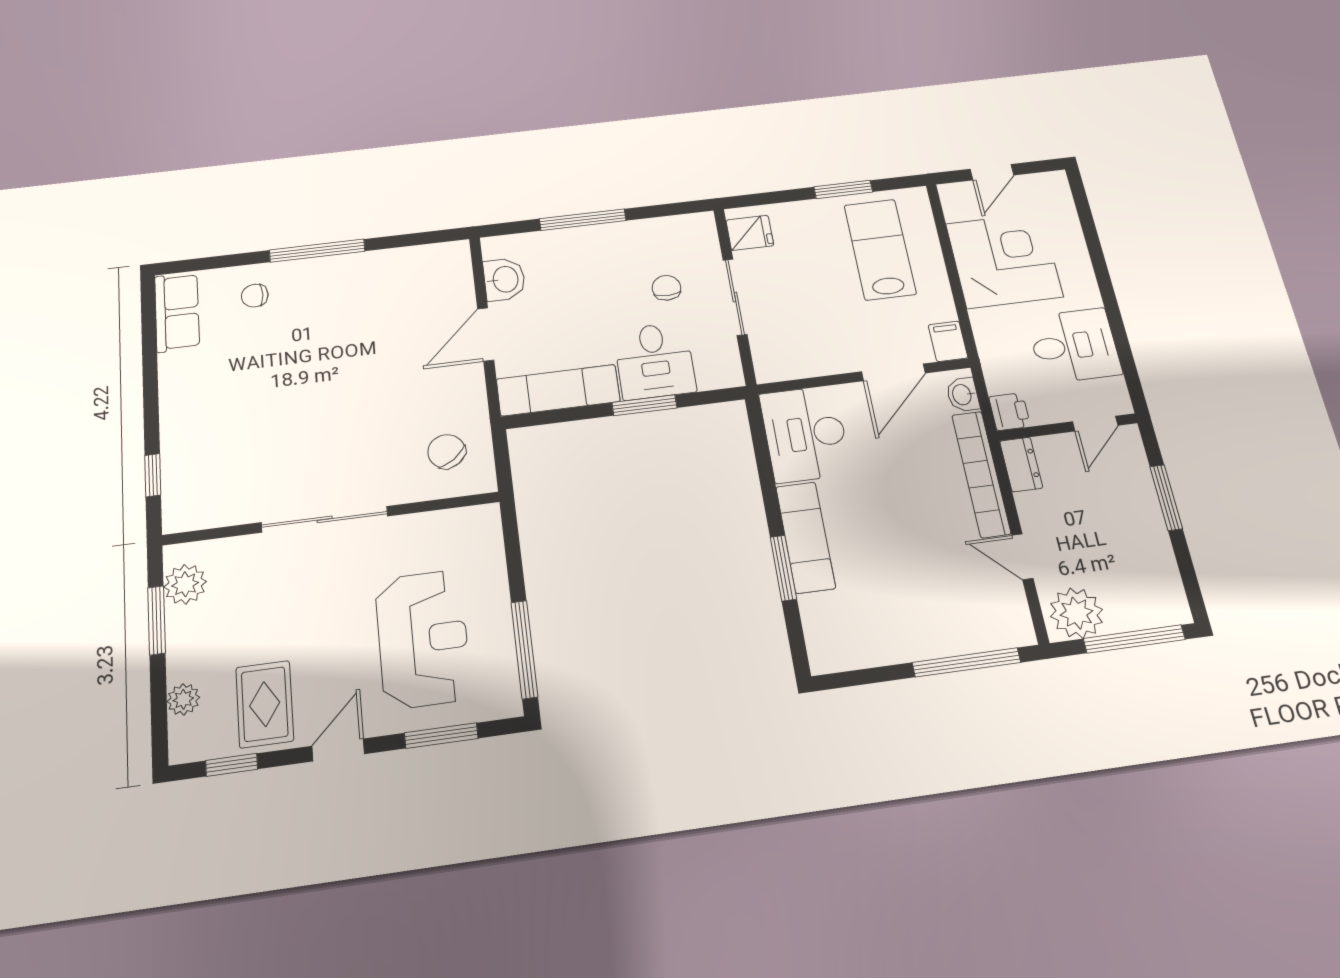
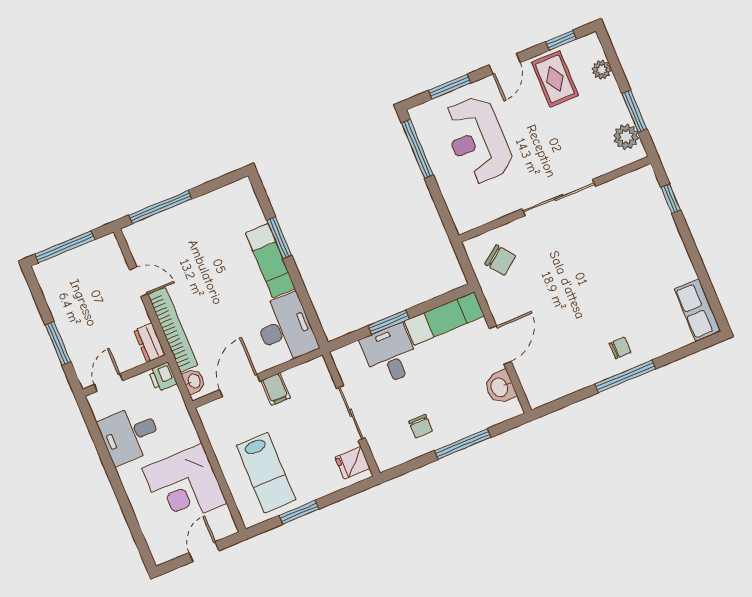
chair: (666, 288) -> (421, 426), moved
chair: (255, 296) -> (620, 348), moved
filing cabinet: (948, 341) -> (276, 389), moved
plant: (1077, 613) -> (101, 254), removed

